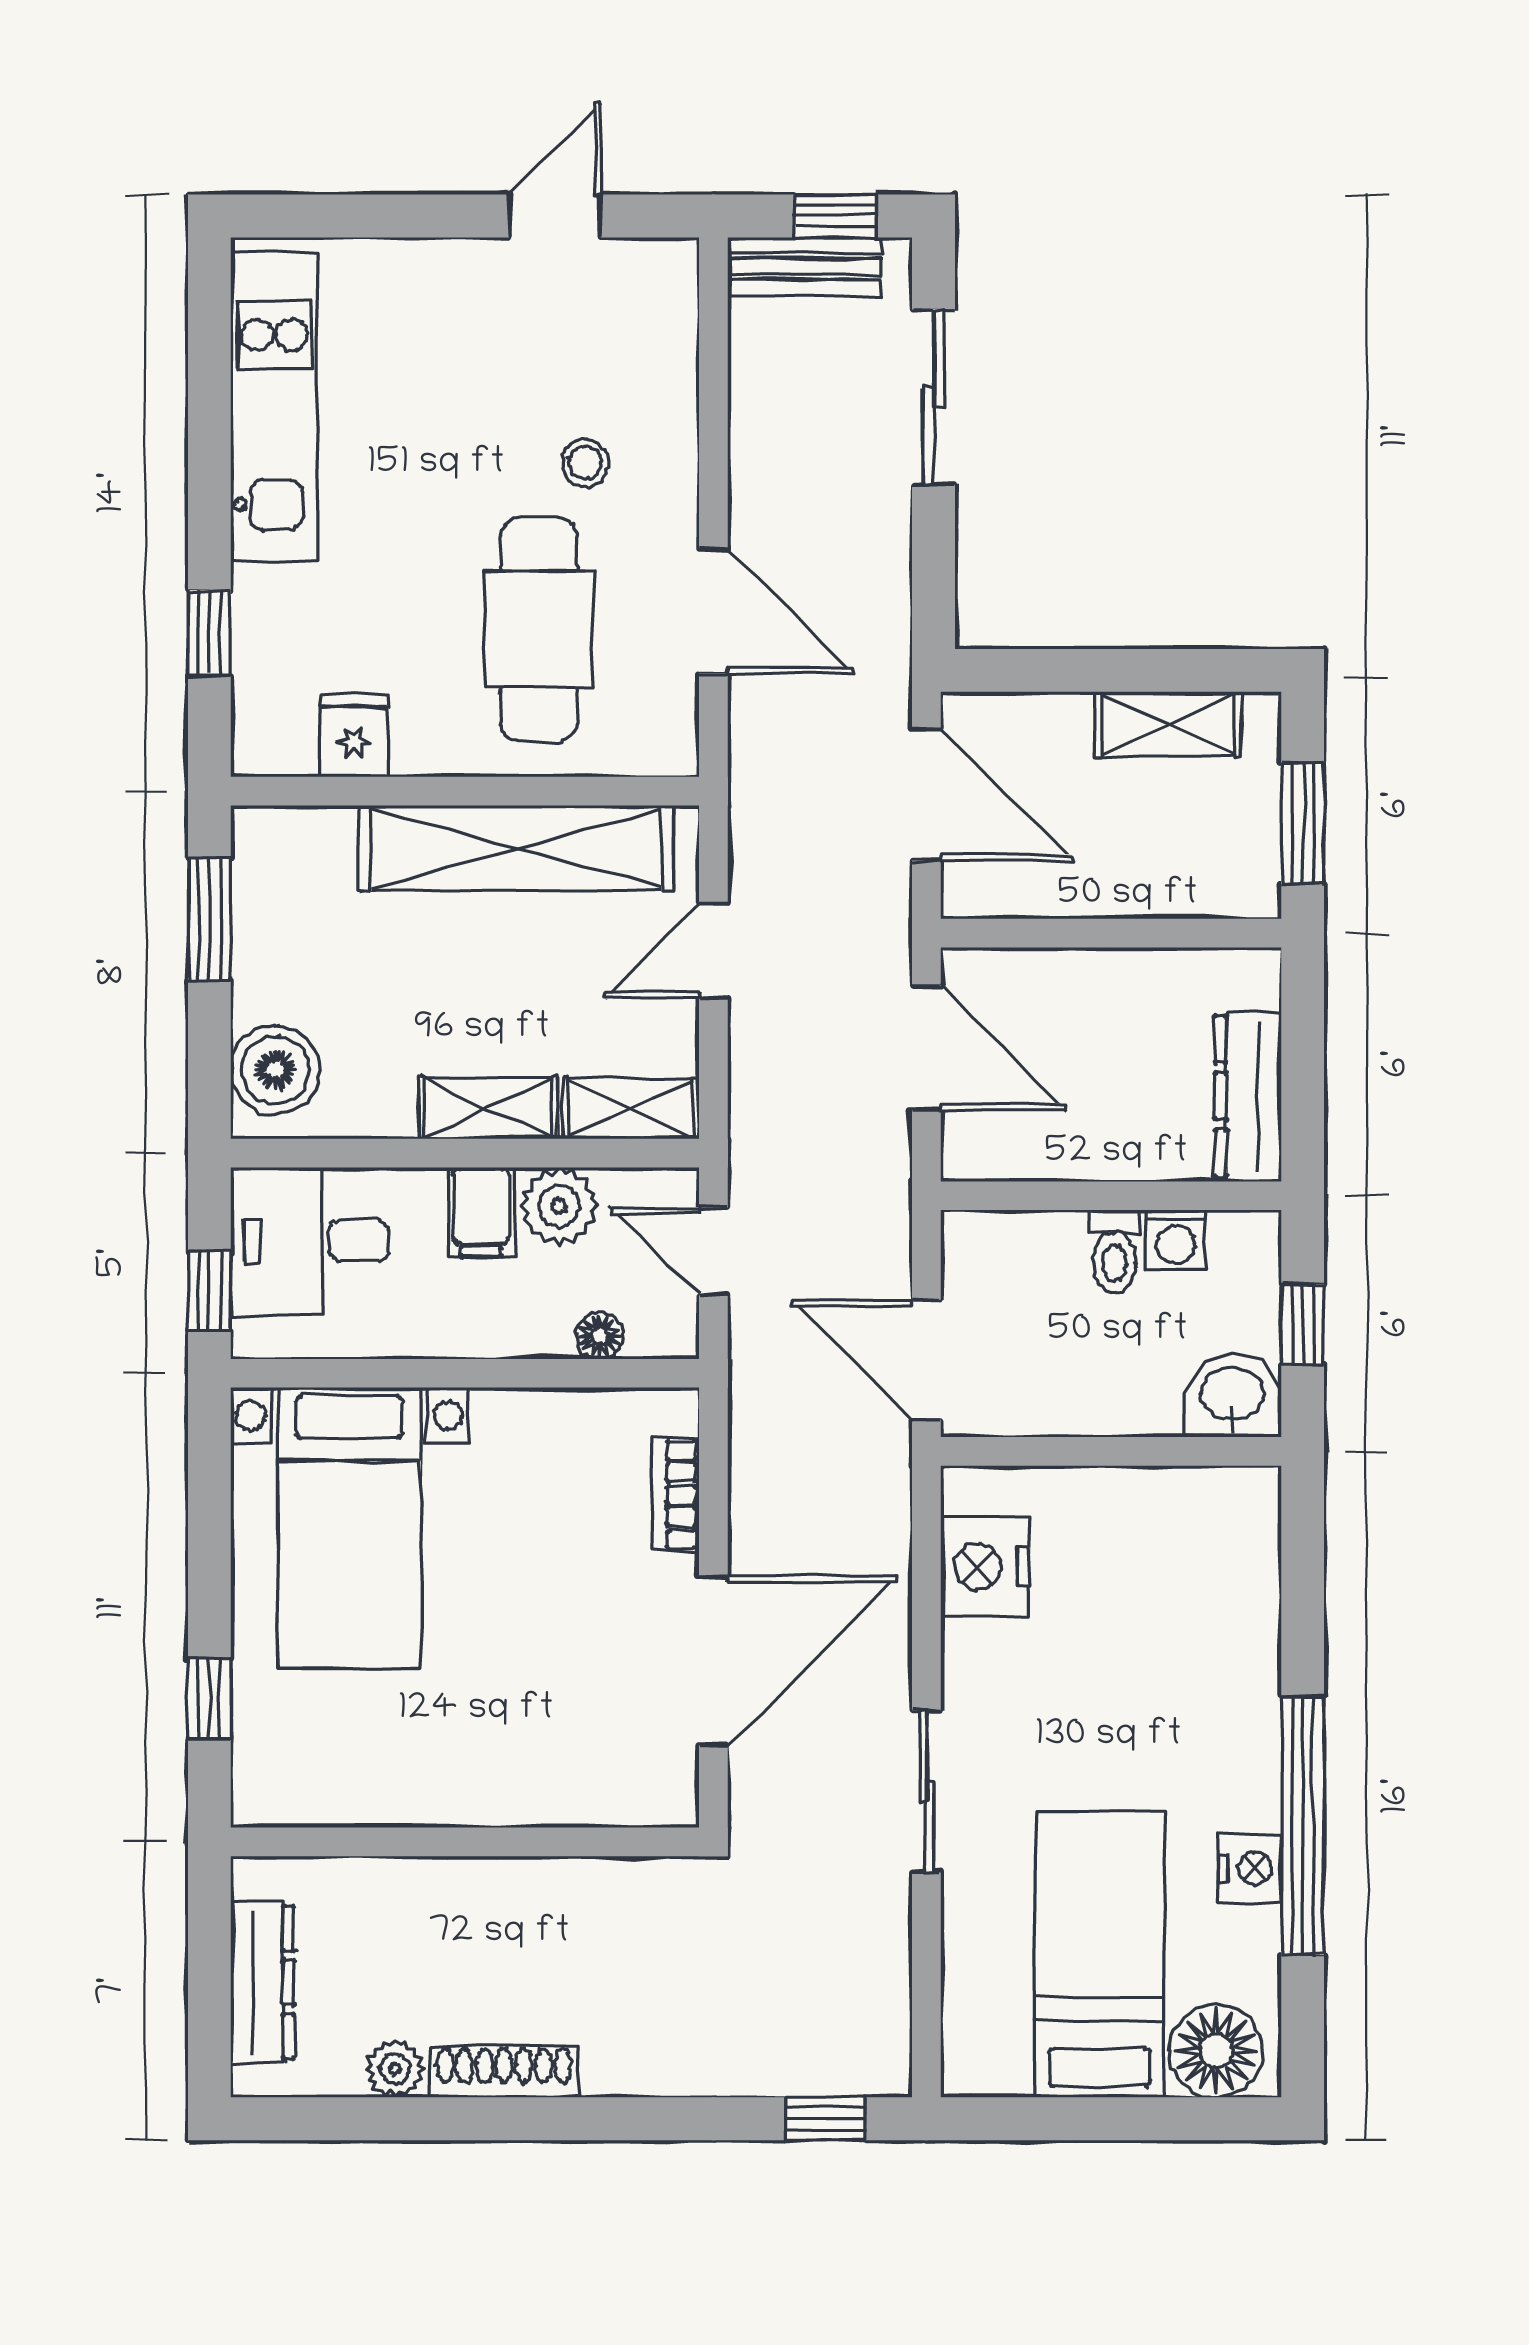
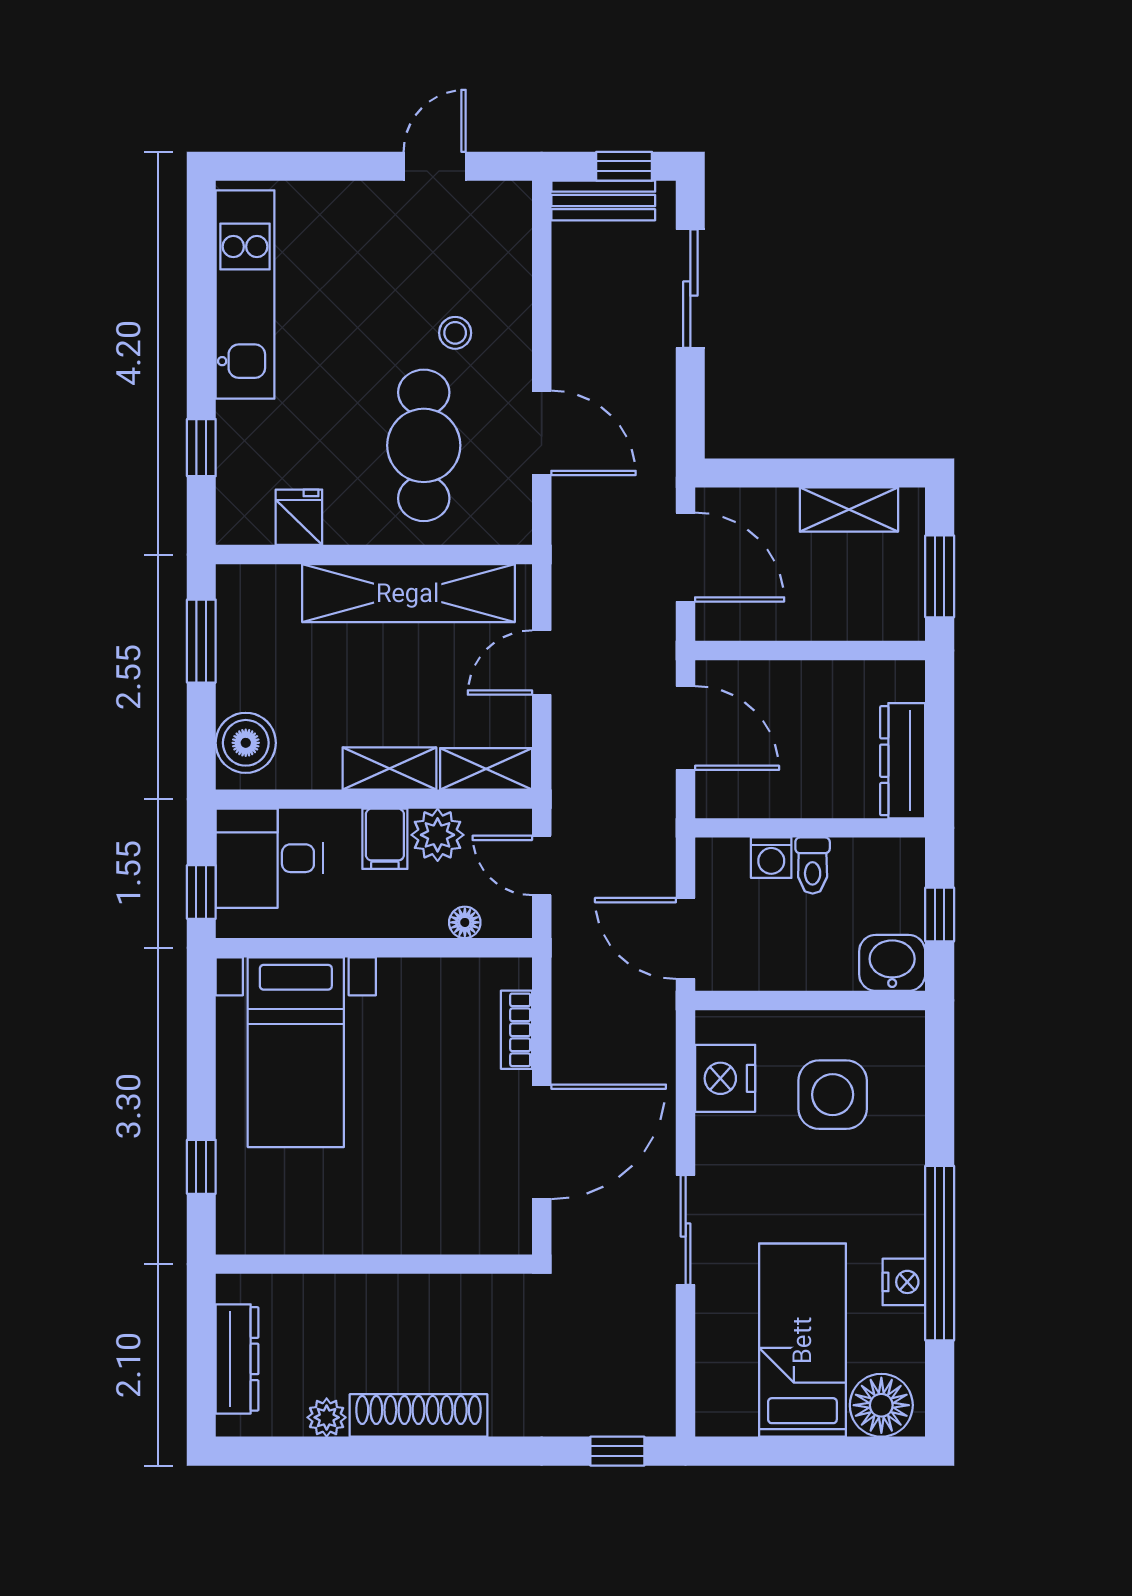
washing machine: (1176, 1240) -> (771, 858), moved
side table: (1144, 1591) -> (833, 1095), added
shoe rack: (504, 2072) -> (419, 1415), width x1.36, depth x1.24

